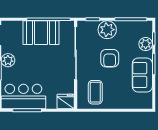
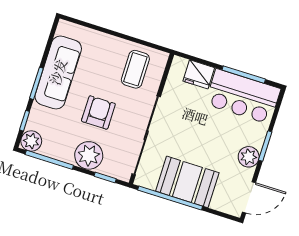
plant: (146, 44) -> (31, 141), moved
sofa: (142, 75) -> (58, 72), width x1.36
fridge: (66, 101) -> (199, 74), moved

